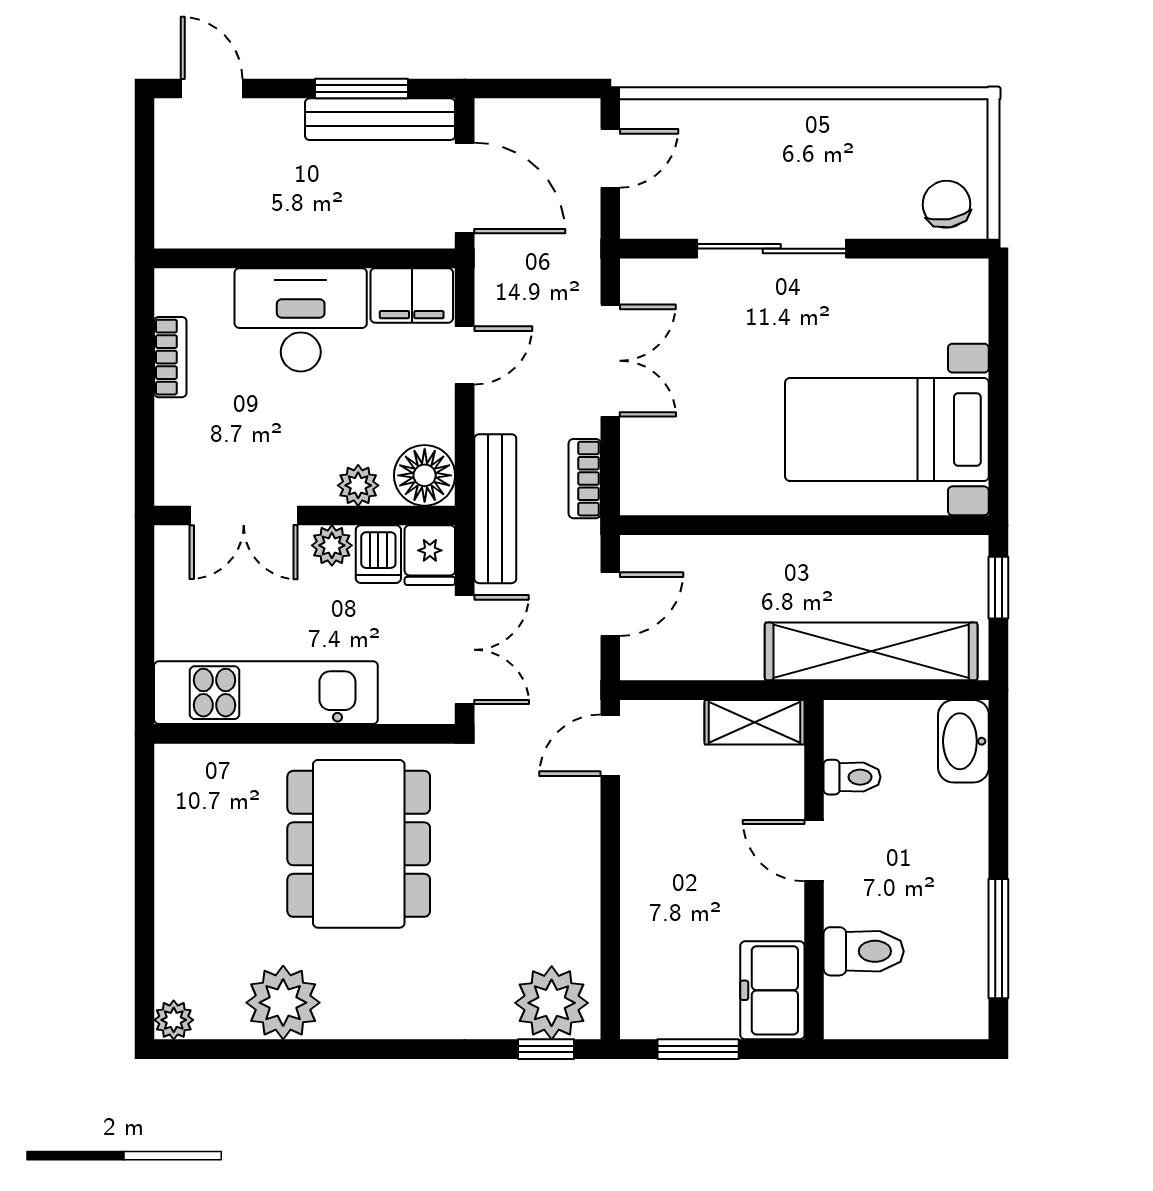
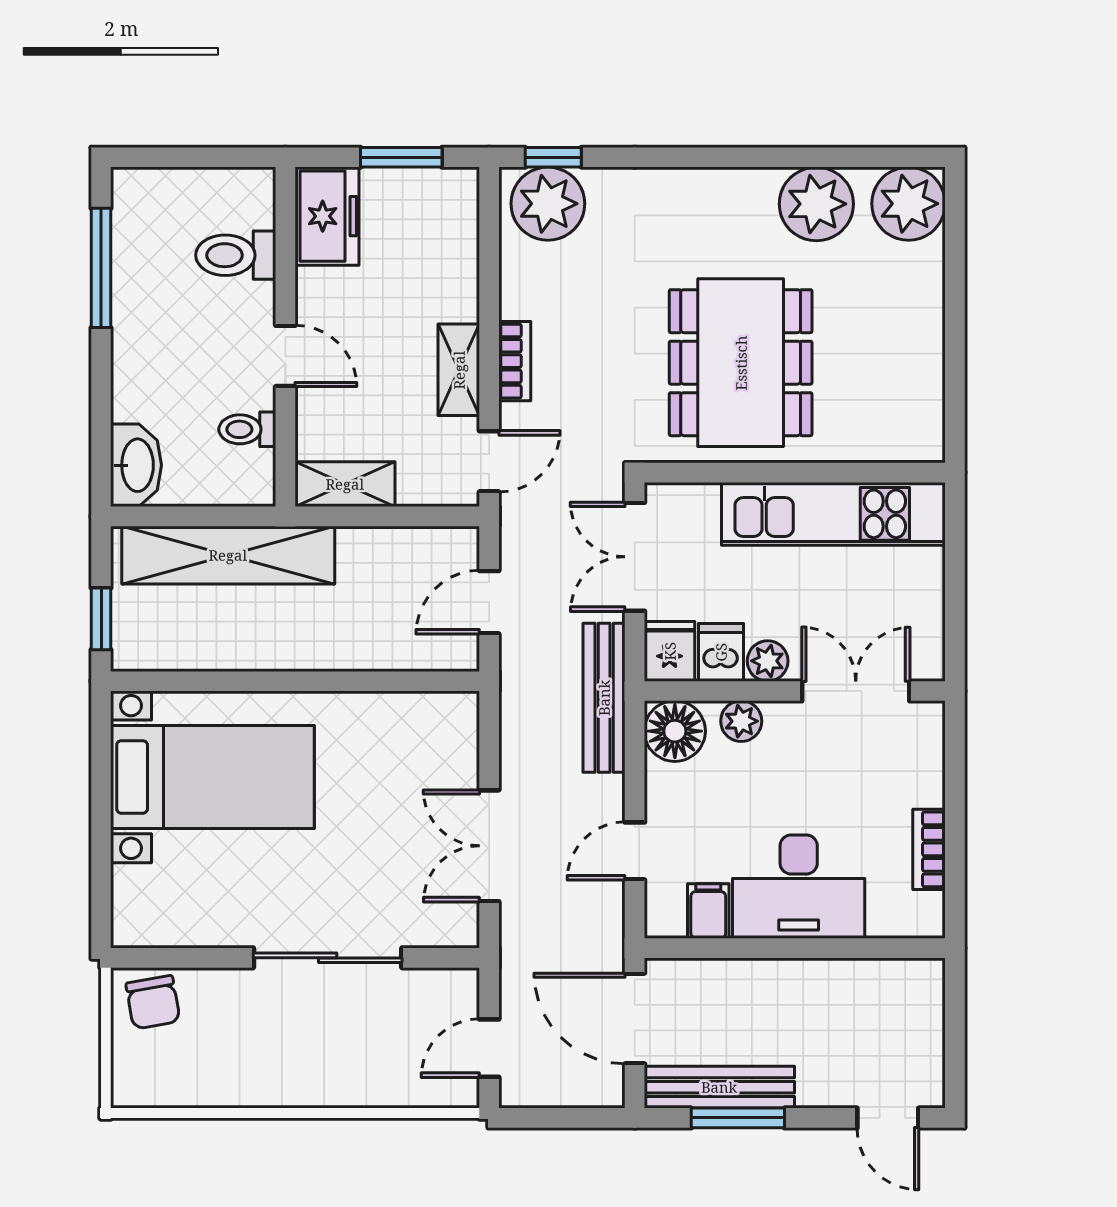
filing cabinet: (412, 295) -> (708, 911), width x0.50
bookcase: (585, 479) -> (515, 361), moved
shelving: (641, 837) -> (459, 370), added
plant: (174, 1020) -> (909, 204), width x1.88, depth x1.88

